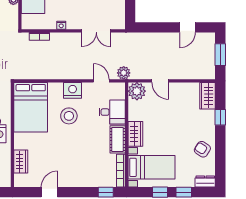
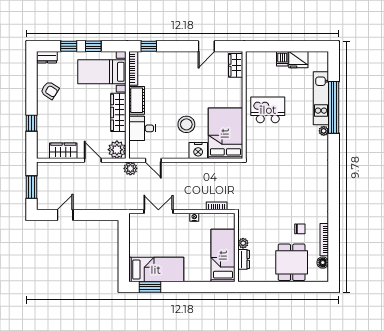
nightstand: (73, 90) -> (198, 151), moved
wardrobe: (208, 96) -> (63, 151), moved, turned -90
wardrobe: (135, 134) -> (118, 112), width x1.50
wardrobe: (21, 162) -> (236, 65), moved

